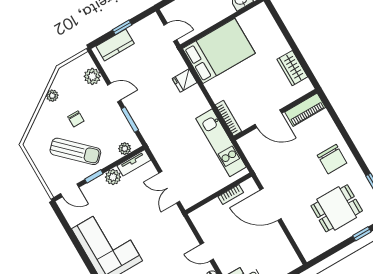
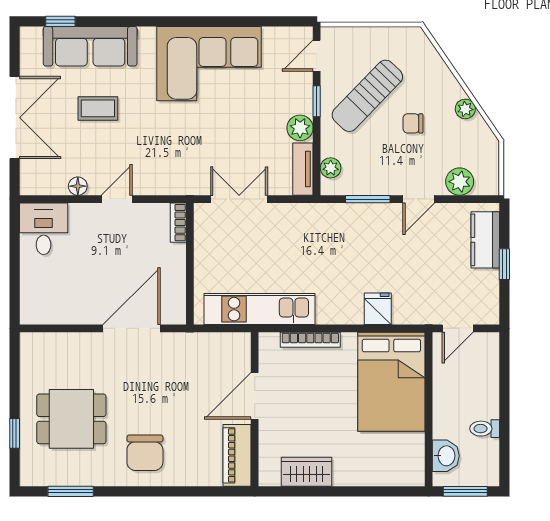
bookcase: (228, 118) -> (310, 340), moved
chair: (332, 159) -> (145, 453), turned -90
bookcase: (231, 194) -> (178, 223), moved
dining table: (337, 208) -> (71, 419), turned 90

